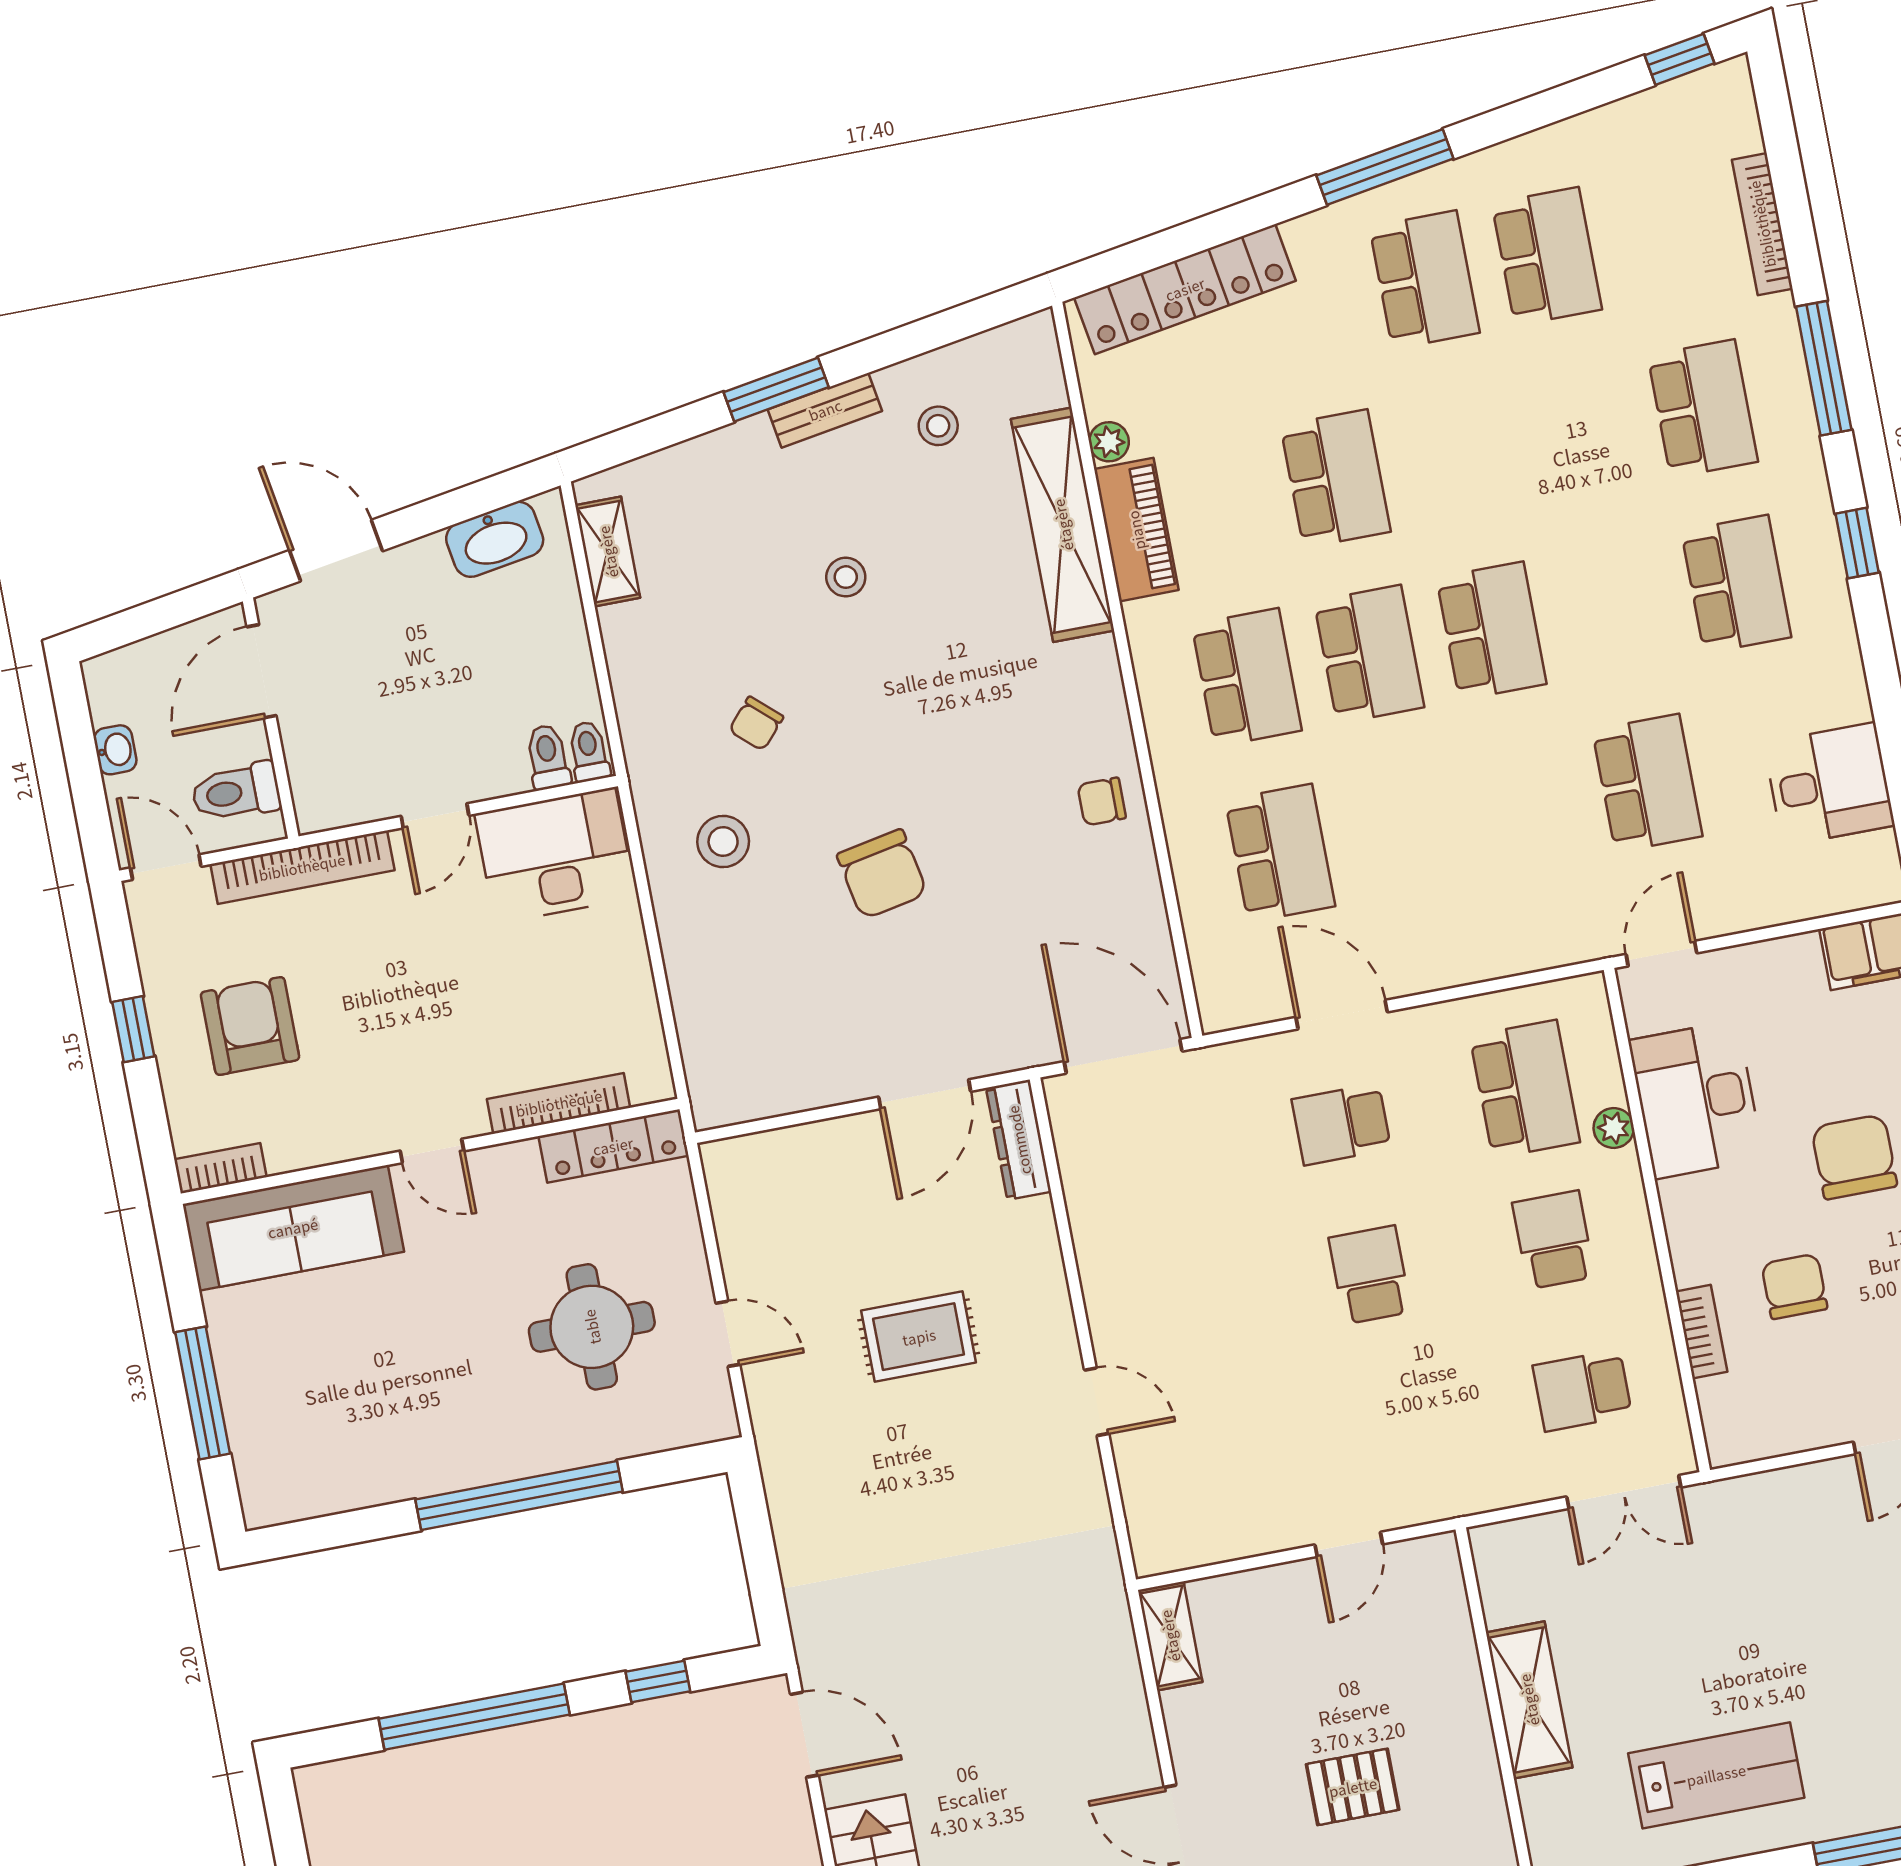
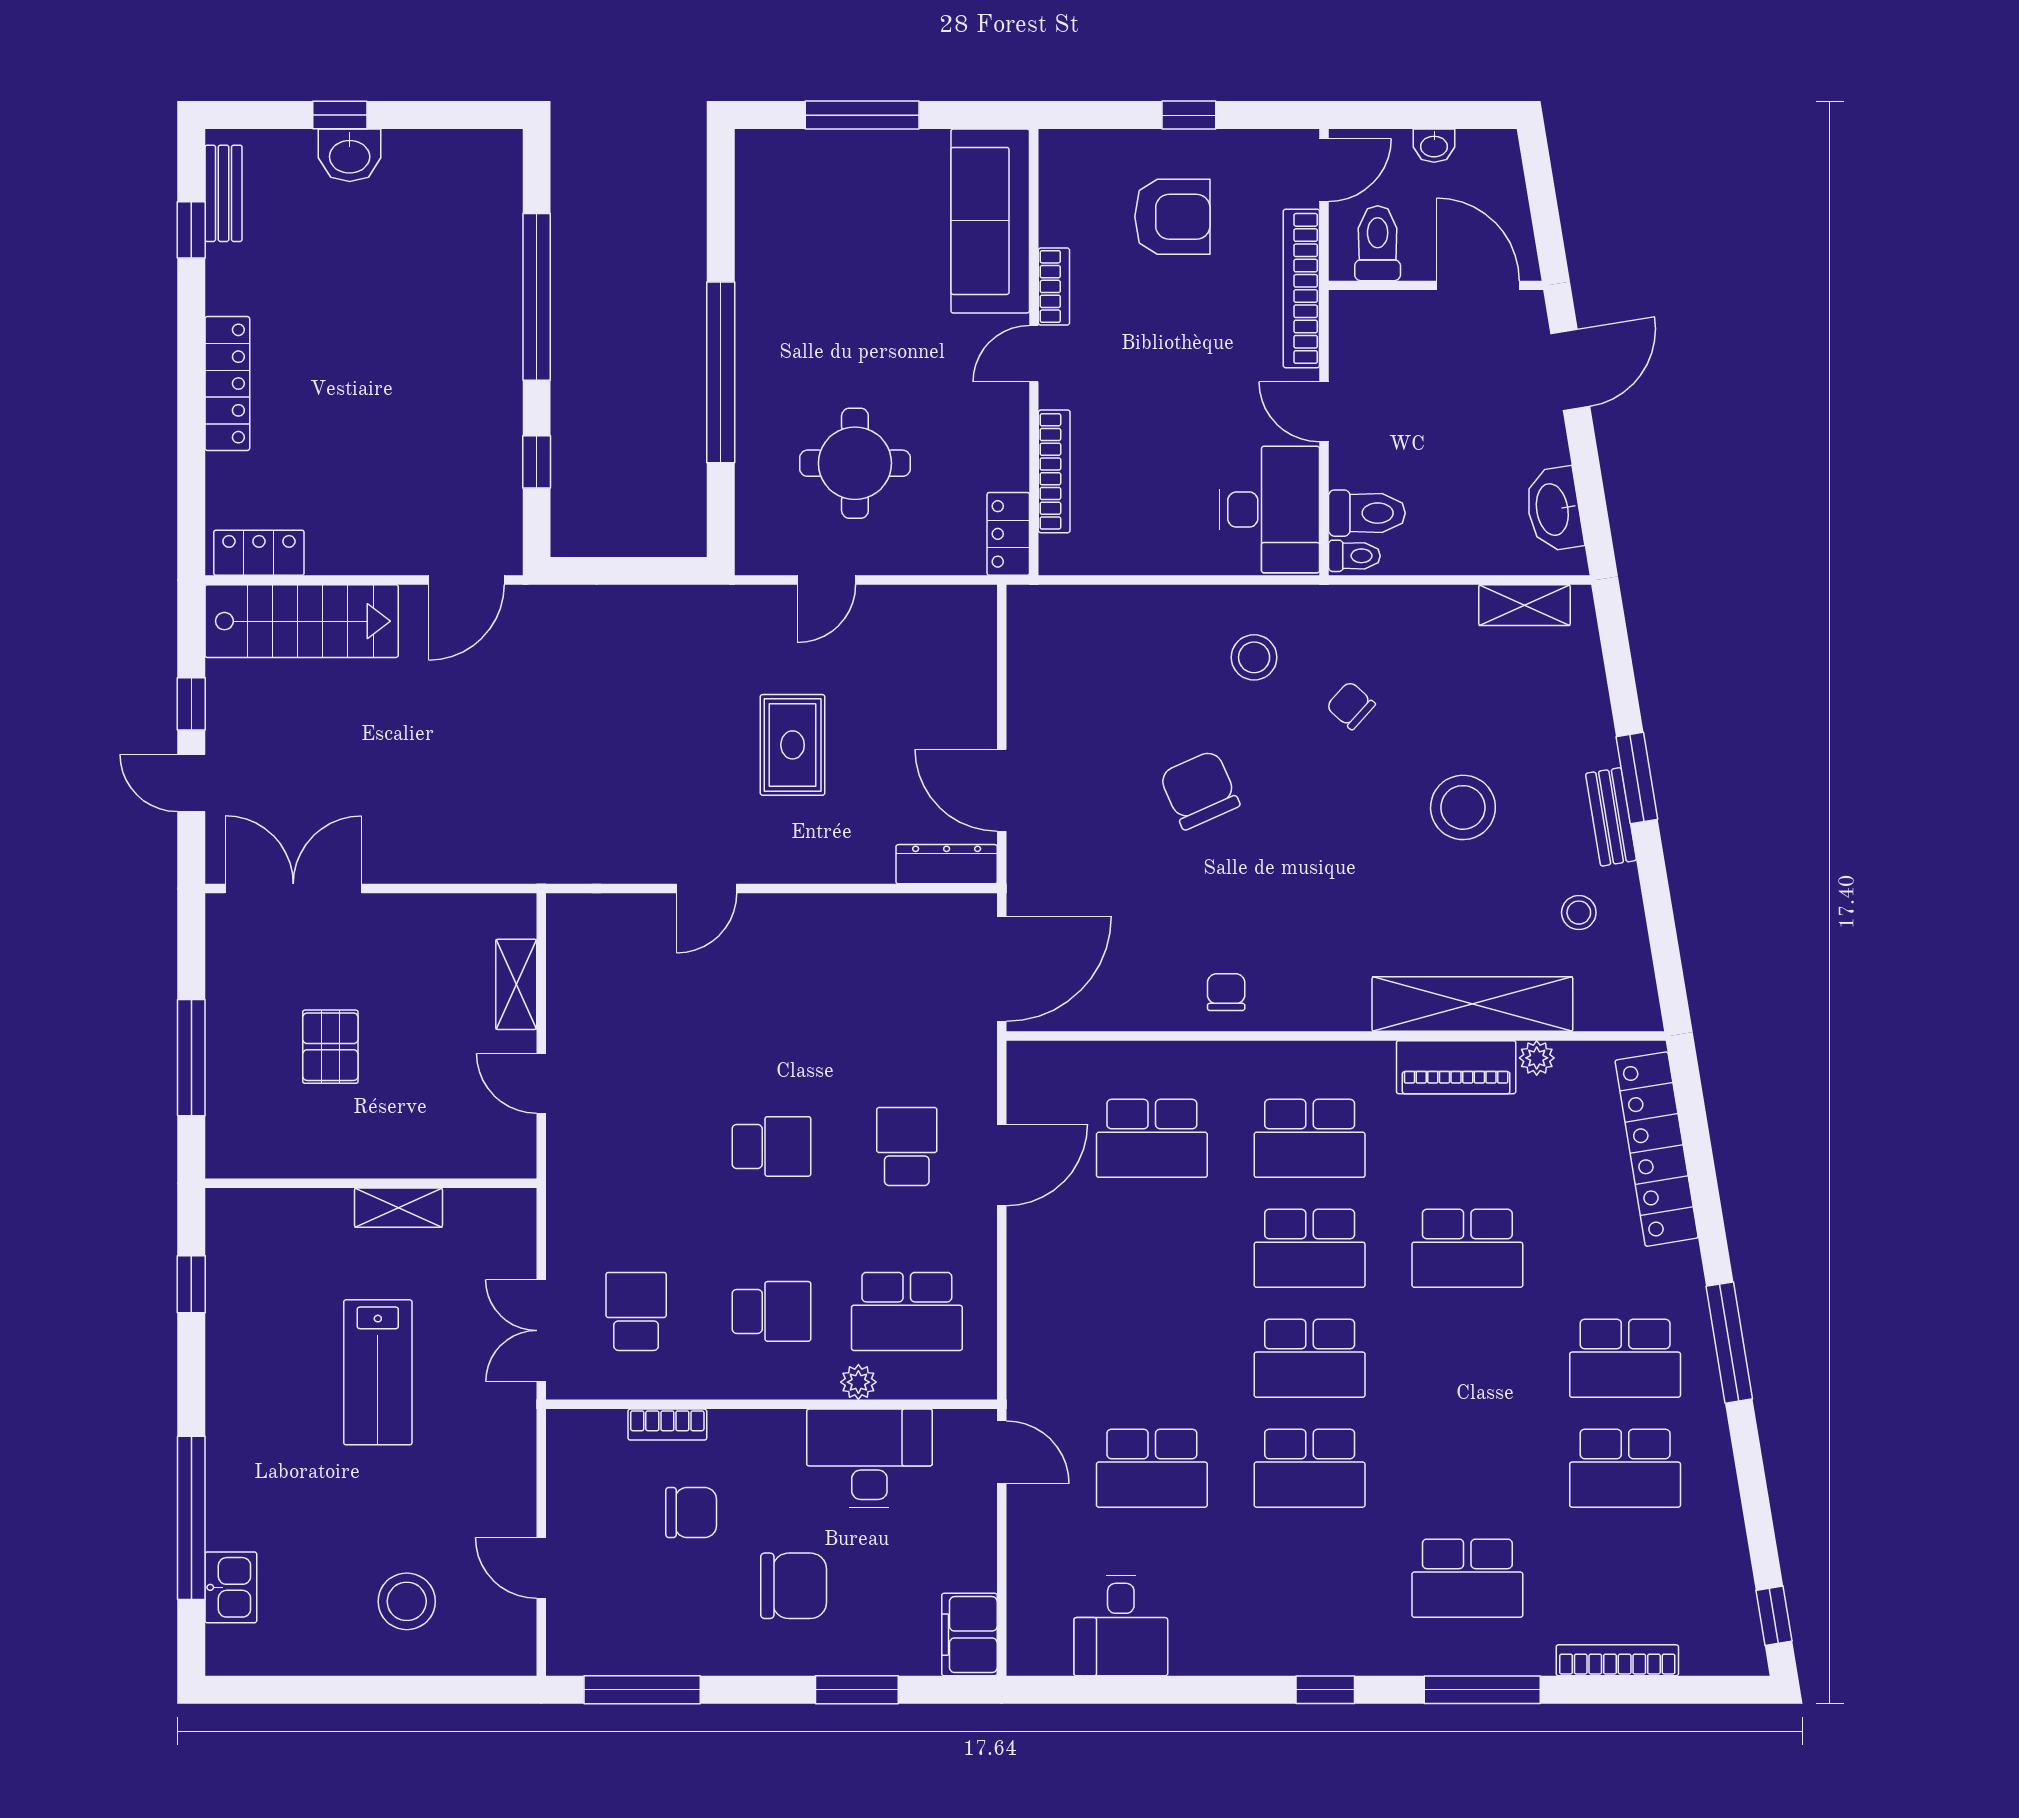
stool: (846, 577) -> (1463, 807), width x1.89, depth x1.89
school desk: (1736, 584) -> (1310, 1468), moved
toilet: (548, 757) -> (1367, 513), width x1.37, depth x1.39
chair: (882, 874) -> (1200, 790), turned 77
locker: (613, 1146) -> (1008, 534), width x0.66
bookcase: (220, 1168) -> (1054, 286), moved
shelving: (1170, 1636) -> (516, 984), moved, turned 90
shelving: (1529, 1700) -> (398, 1208), width x0.67, depth x0.75
lab bench: (1716, 1775) -> (378, 1372), moved

